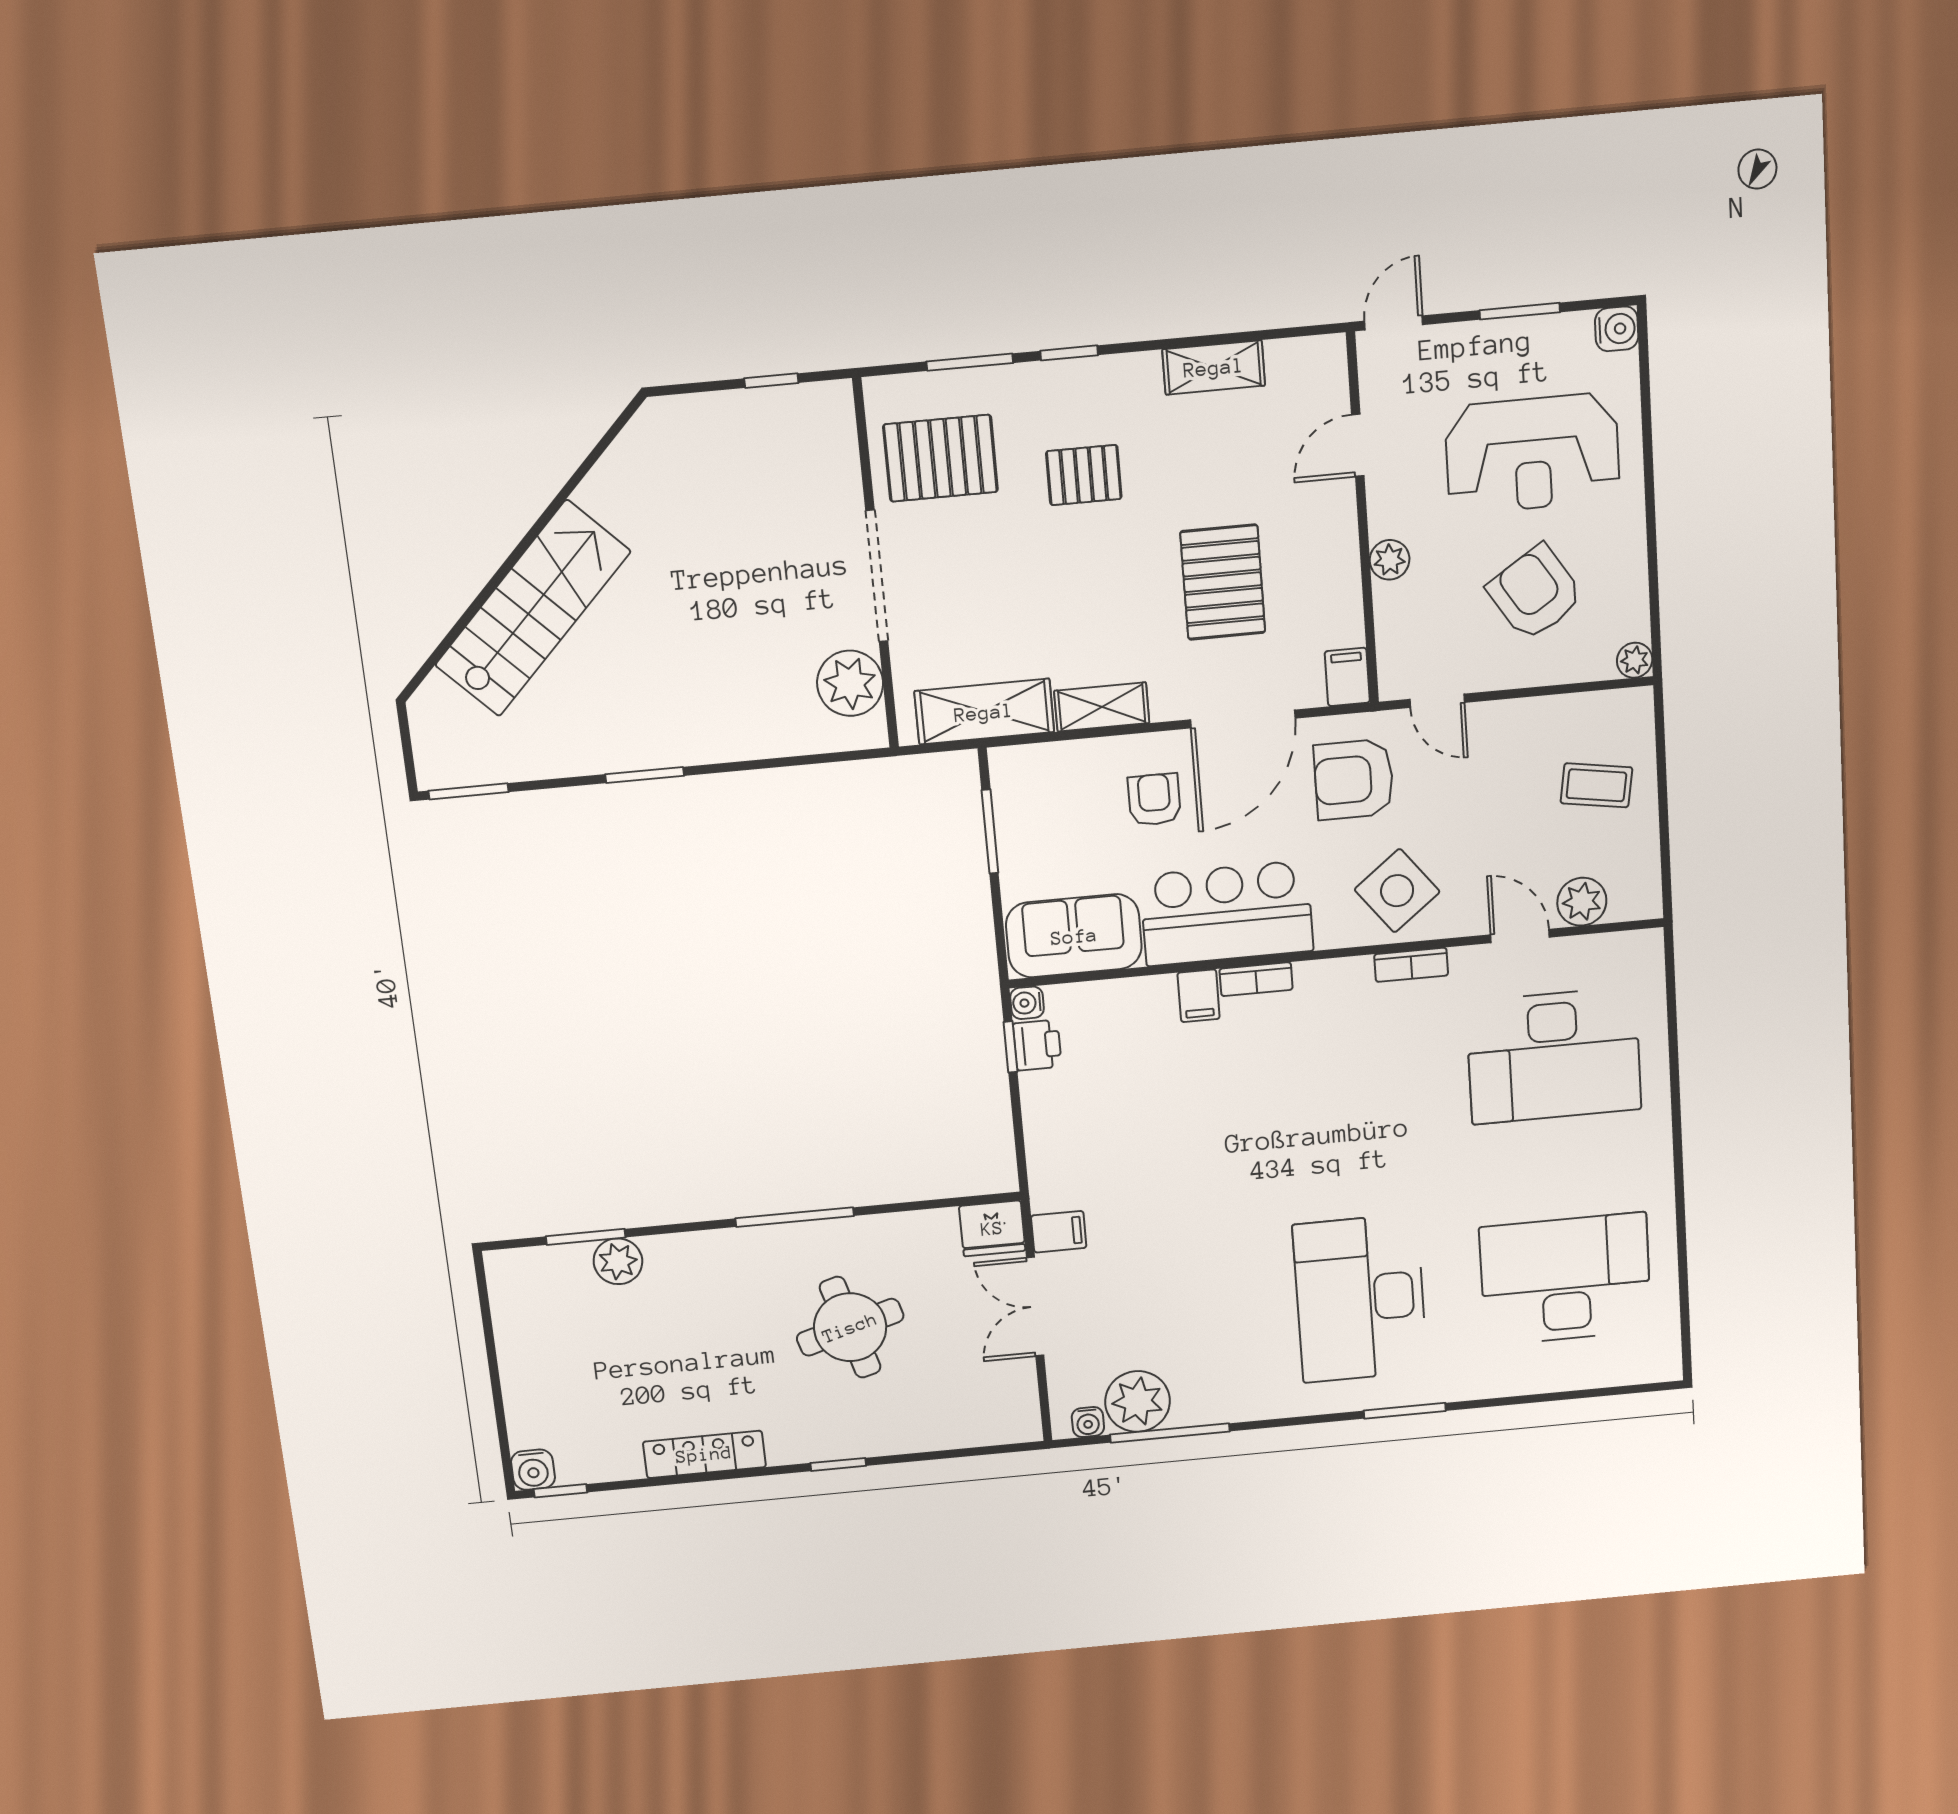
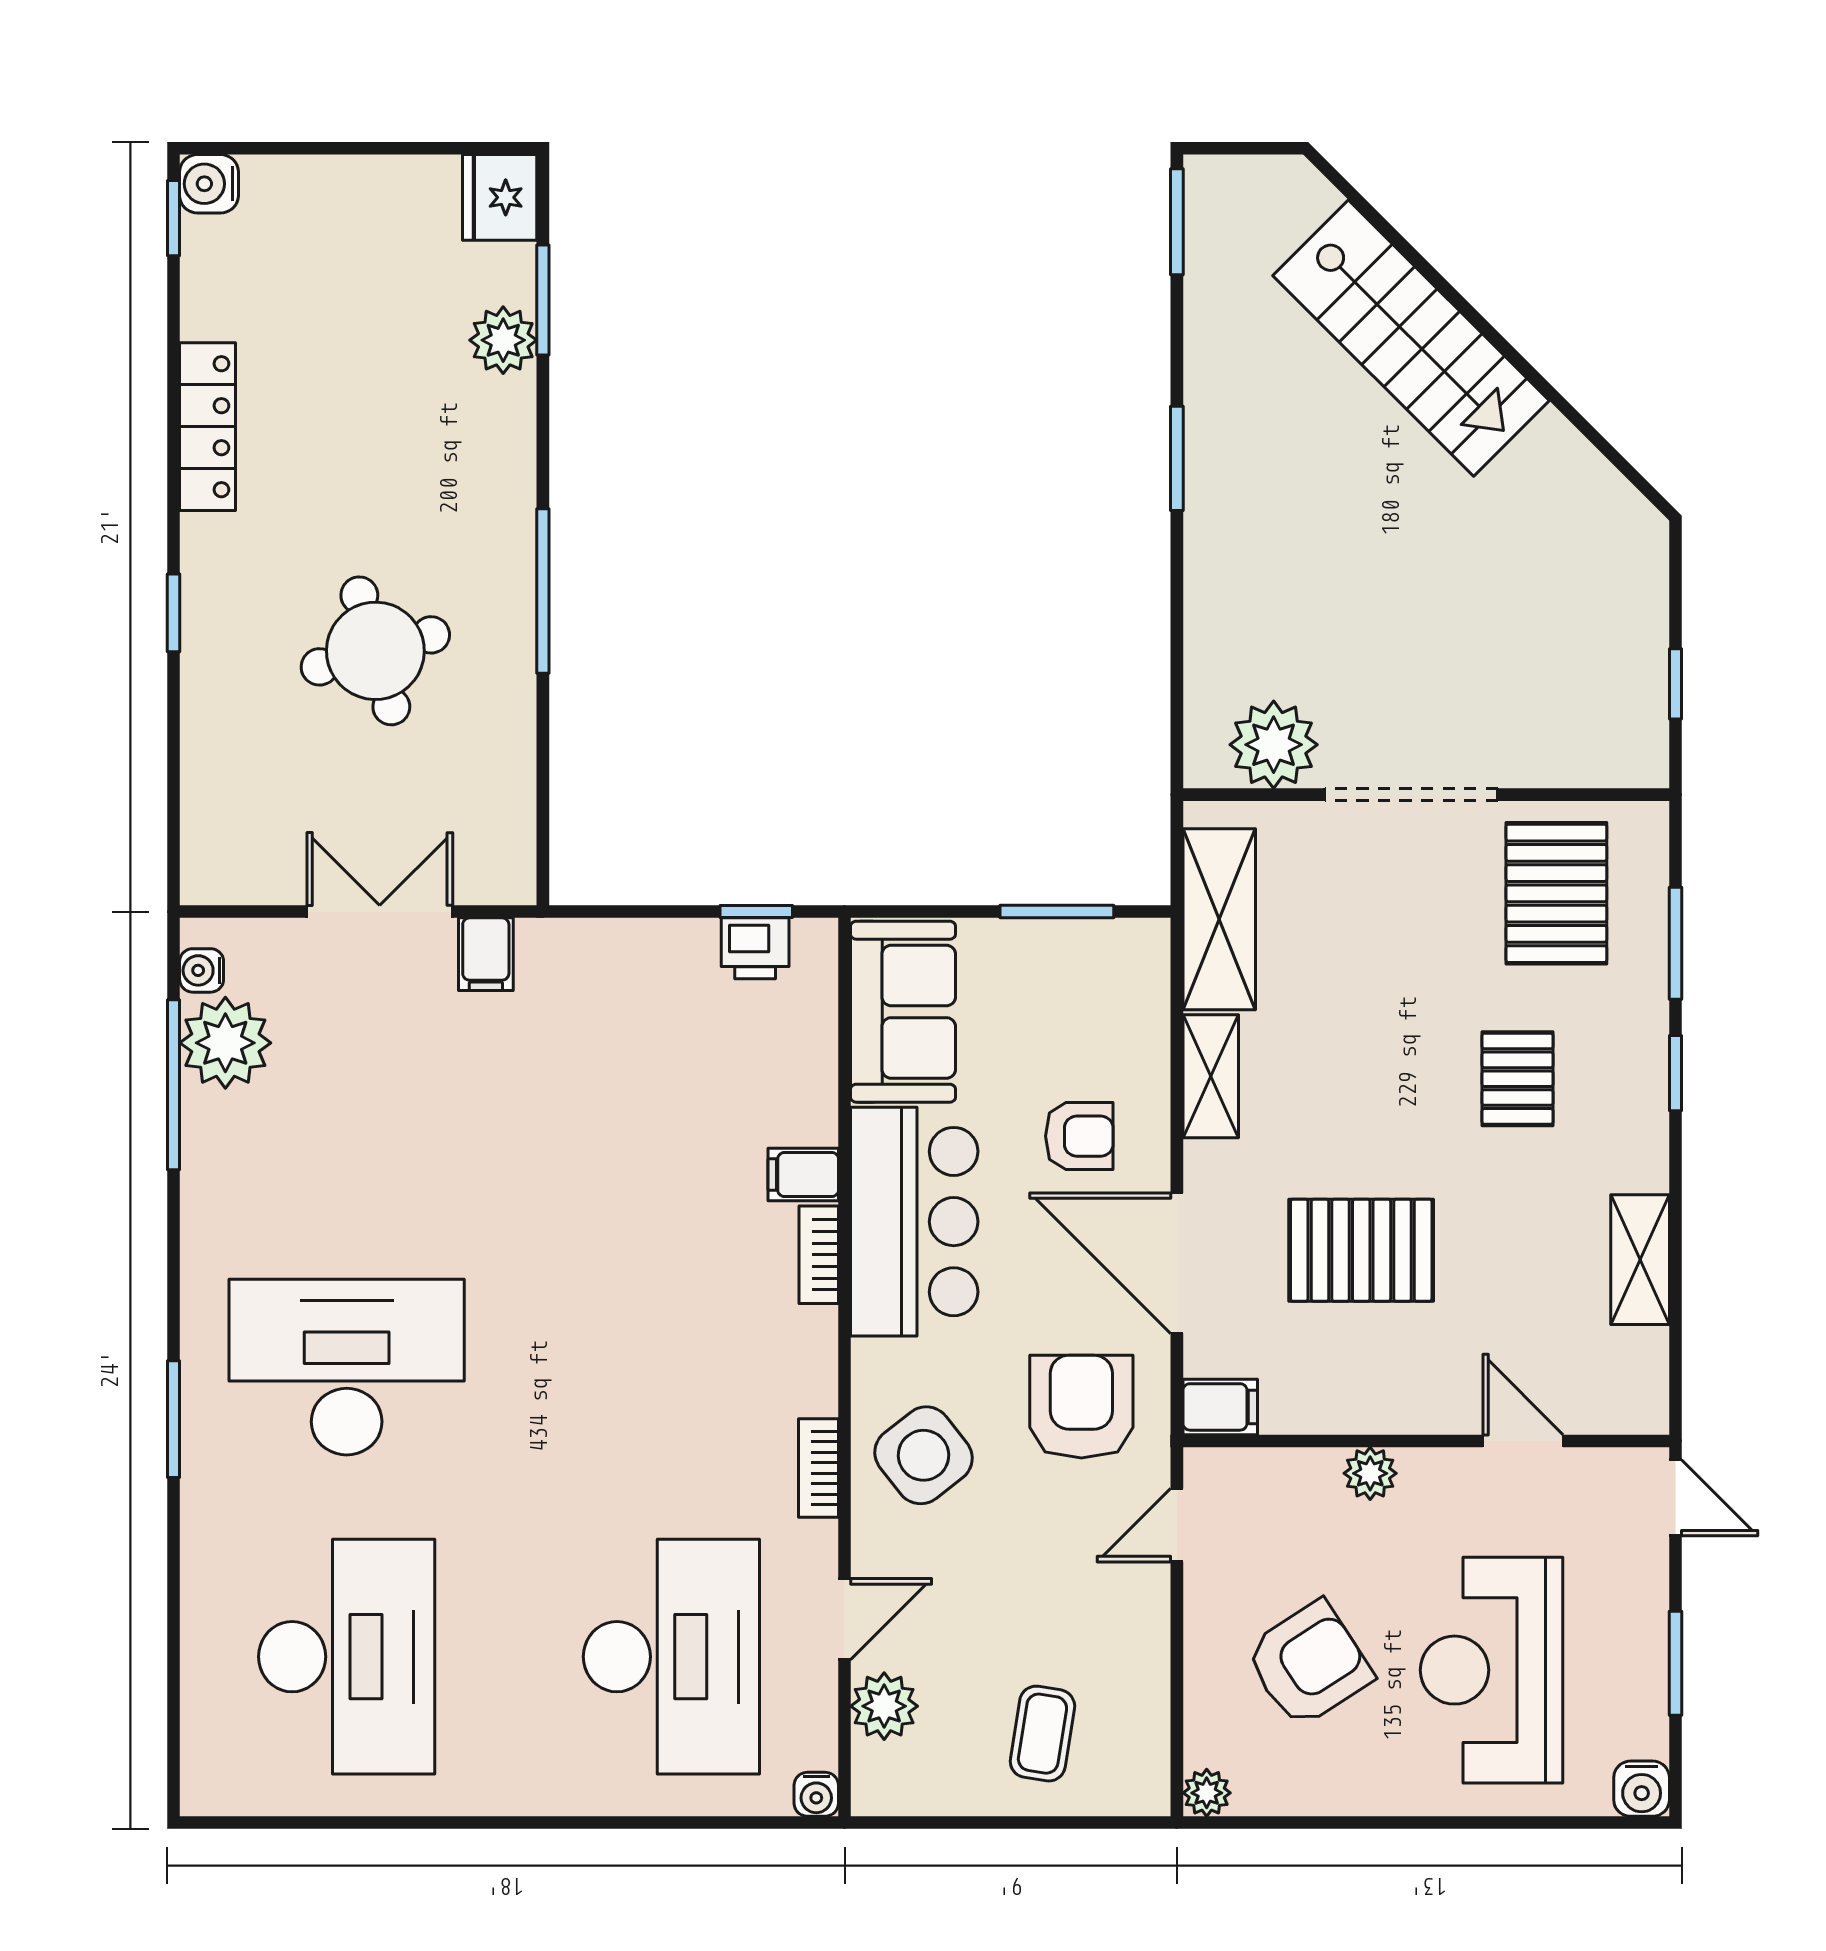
water cooler: (1027, 1003) -> (816, 1794), moved, turned 180
desk: (1554, 1056) -> (671, 1657), turned 180
fridge: (992, 1228) -> (500, 197), moved

